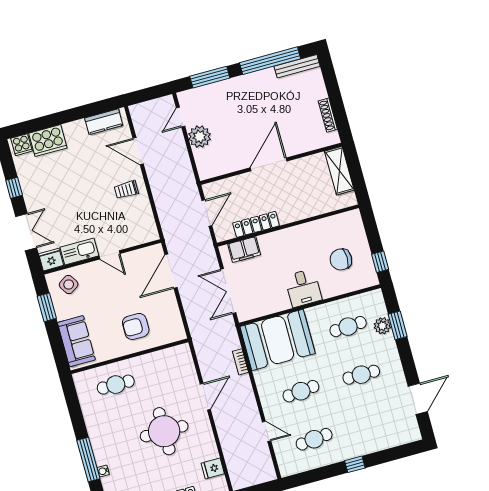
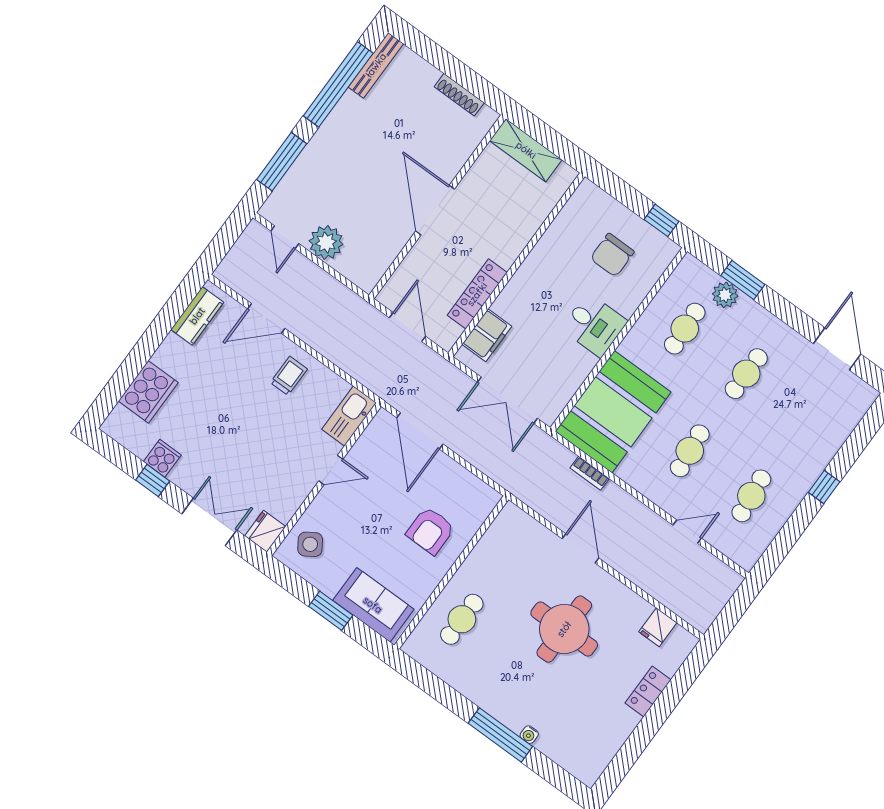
cooker: (22, 145) -> (162, 458), moved, turned -90
trolley: (126, 190) -> (289, 376), turned 180
kitchen sink: (79, 252) -> (349, 416), moved
window: (47, 307) -> (331, 611), moved

